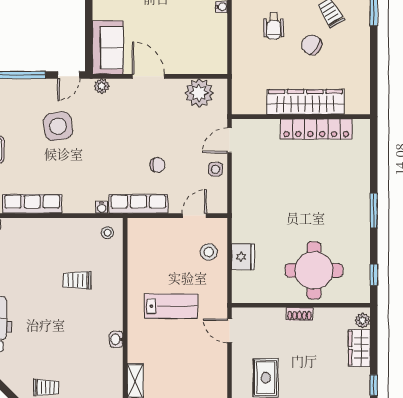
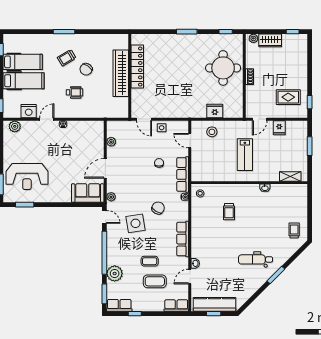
plant: (199, 93) -> (111, 142), width x0.53, depth x0.53
chair: (83, 163) -> (158, 208), added
lab bench: (171, 306) -> (245, 155), turned 180
fridge: (216, 363) -> (279, 128), added

